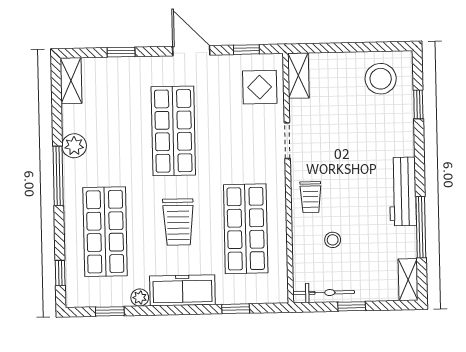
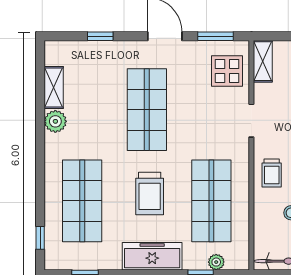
window: (246, 50) -> (216, 36), width x1.50
shelving: (71, 81) -> (54, 87), moved
window: (58, 176) -> (40, 149), removed
plant: (140, 298) -> (216, 262), moved

